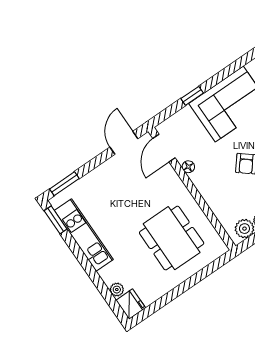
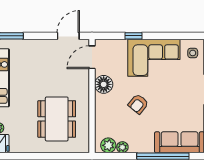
floor lamp: (188, 167) -> (104, 84), width x1.89, depth x1.89

